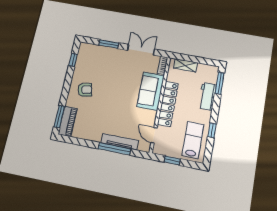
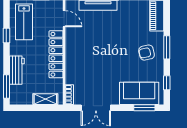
window: (109, 44) -> (144, 108), moved
sofa: (151, 91) -> (139, 93), moved, turned -90
window: (59, 117) -> (167, 47), moved

